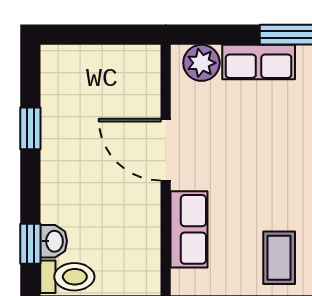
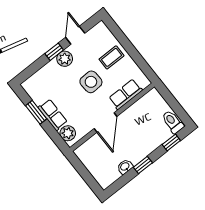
window: (30, 128) -> (143, 165), moved
side table: (264, 183) -> (91, 82), added
washbasin: (54, 241) -> (125, 167), moved

